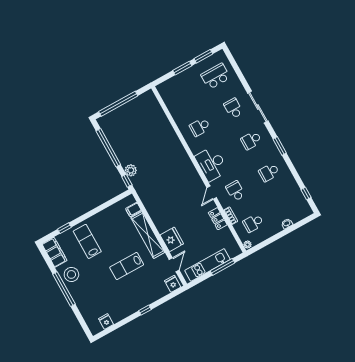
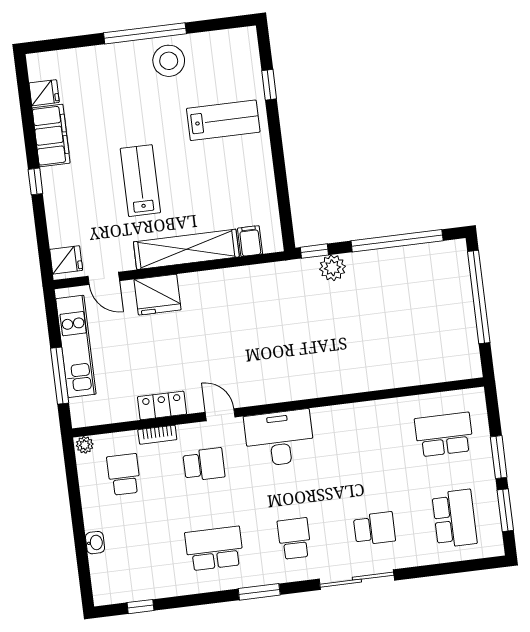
school desk: (200, 127) -> (444, 435), moved, width x1.85
school desk: (269, 172) -> (214, 548), width x1.85
filing cabinet: (54, 252) -> (51, 135), moved, turned -90

